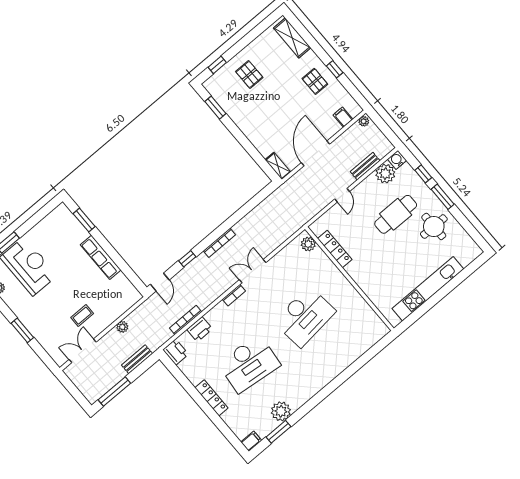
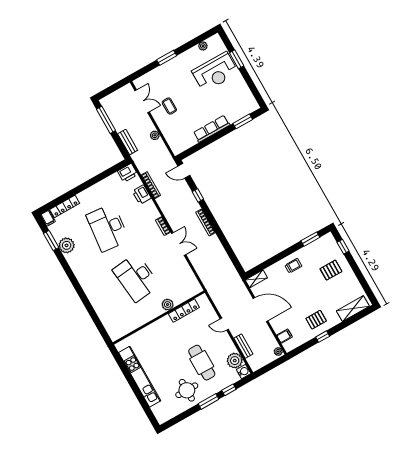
trolley: (253, 123) -> (293, 266), added
plant: (308, 244) -> (168, 305), moved
locker: (211, 398) -> (65, 206), moved

